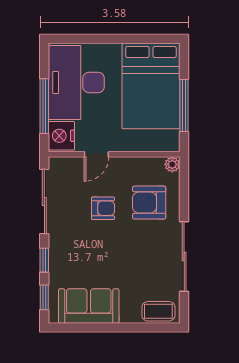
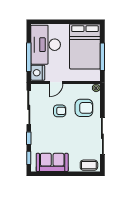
armchair: (149, 203) -> (84, 108), turned 180

